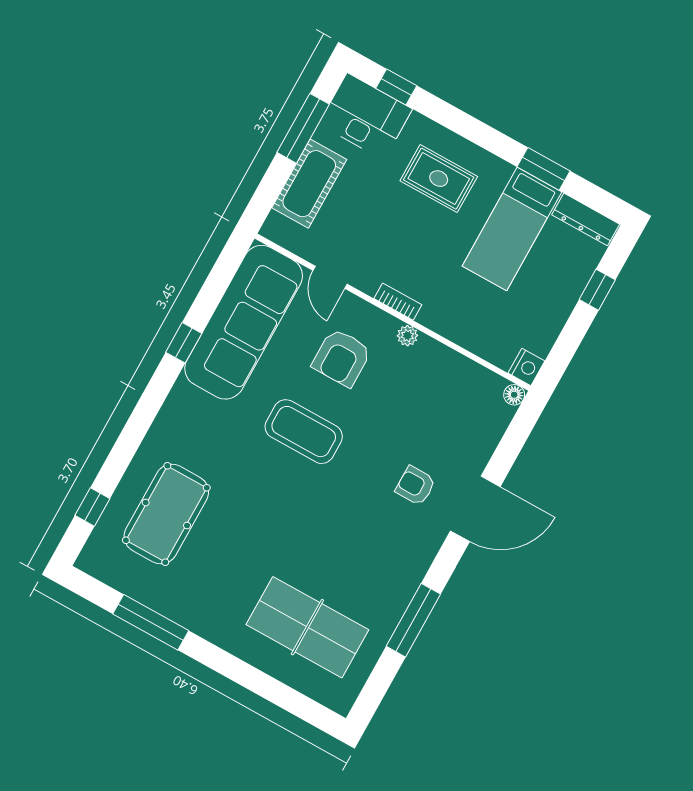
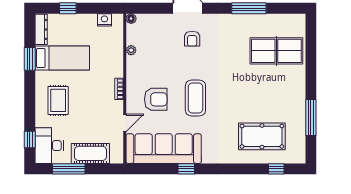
plant: (407, 336) -> (131, 50), moved
nightstand: (526, 367) -> (104, 20), moved
table tennis table: (307, 627) -> (276, 51), turned 90

